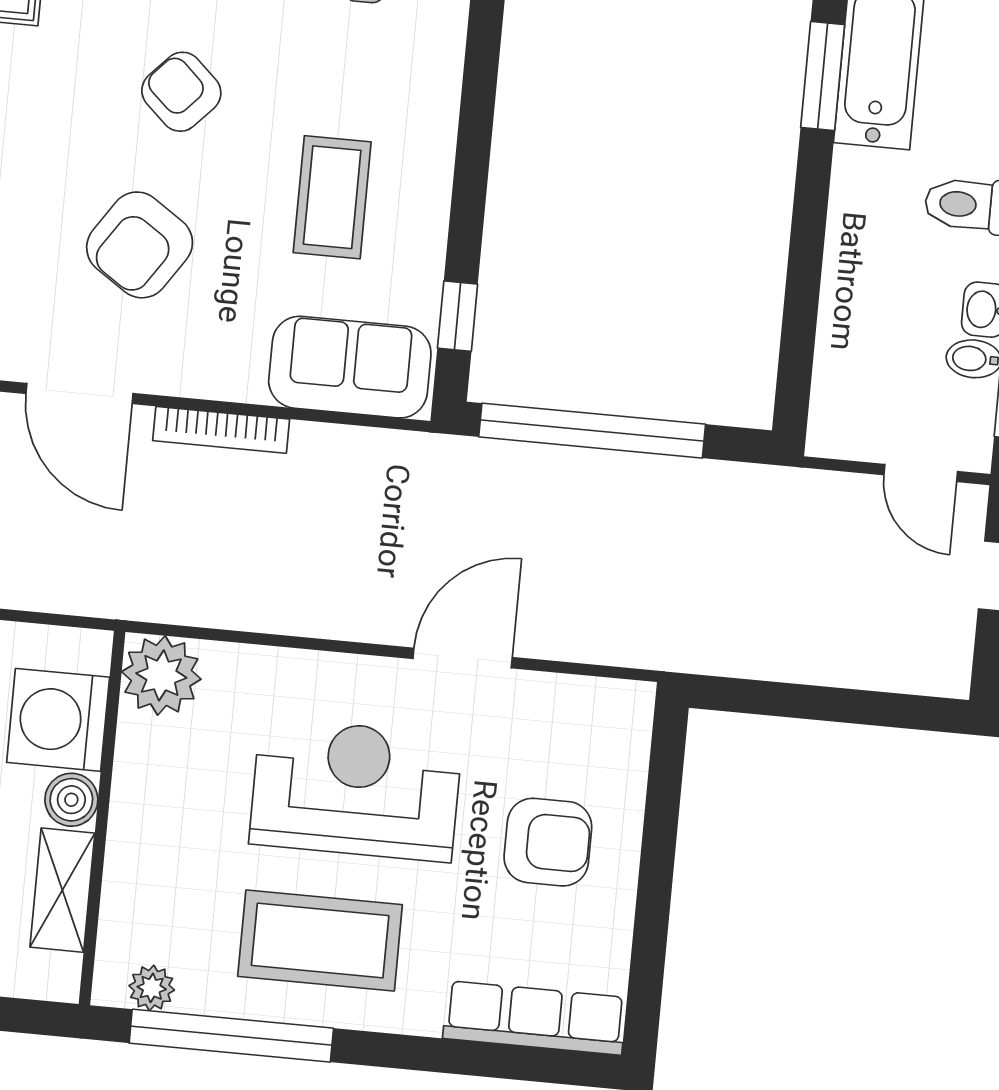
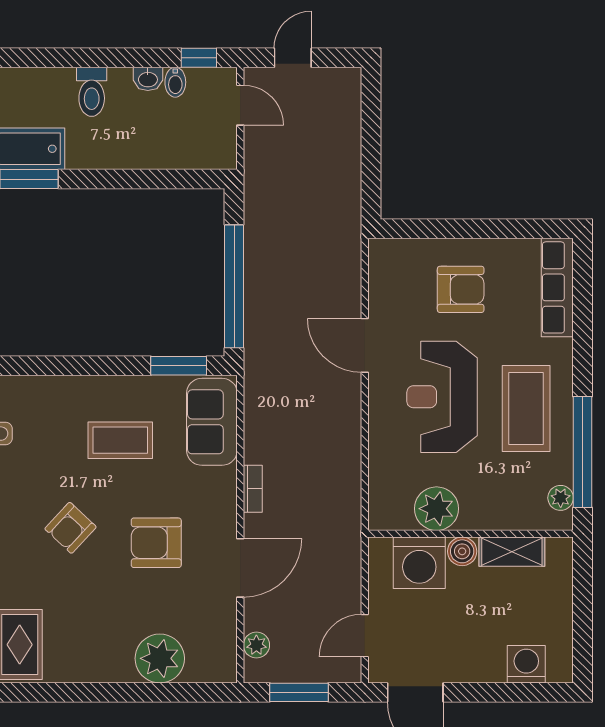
armchair: (140, 245) -> (156, 543), turned 146
window: (458, 316) -> (179, 366), width x1.50
bookcase: (221, 430) -> (253, 489), width x0.64
door: (921, 473) -> (240, 105), hinge flipped
plant: (161, 675) -> (436, 509), moved
armchair: (548, 842) -> (461, 289), turned 90

